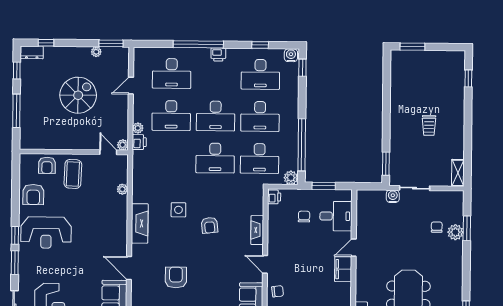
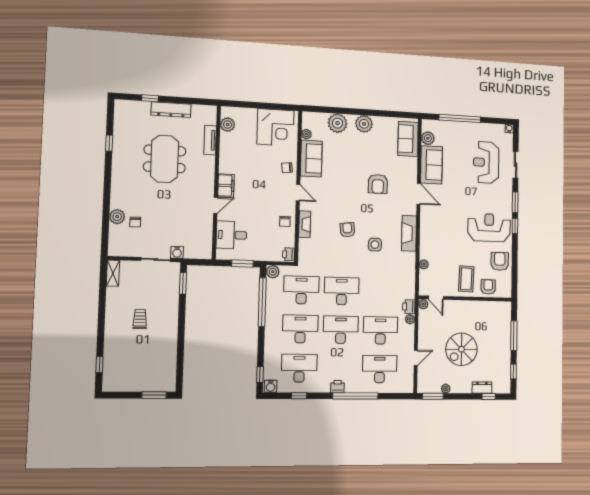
dresser: (32, 52) -> (482, 388), moved
chair: (304, 217) -> (285, 221), moved
window: (467, 228) -> (106, 220), removed

